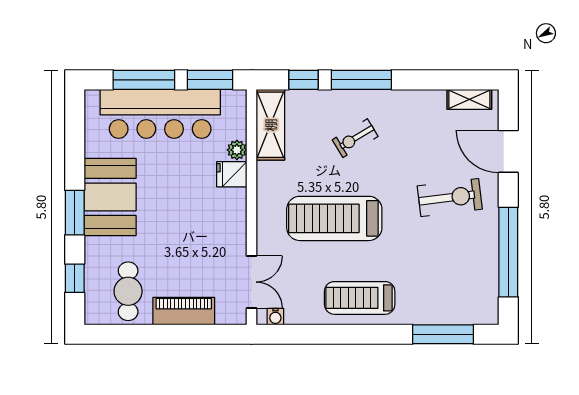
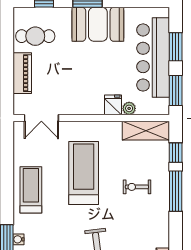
window: (144, 80) -> (176, 47), width x0.69
exercise bike: (355, 138) -> (137, 187), turned -59
water cooler: (275, 317) -> (18, 239), moved

